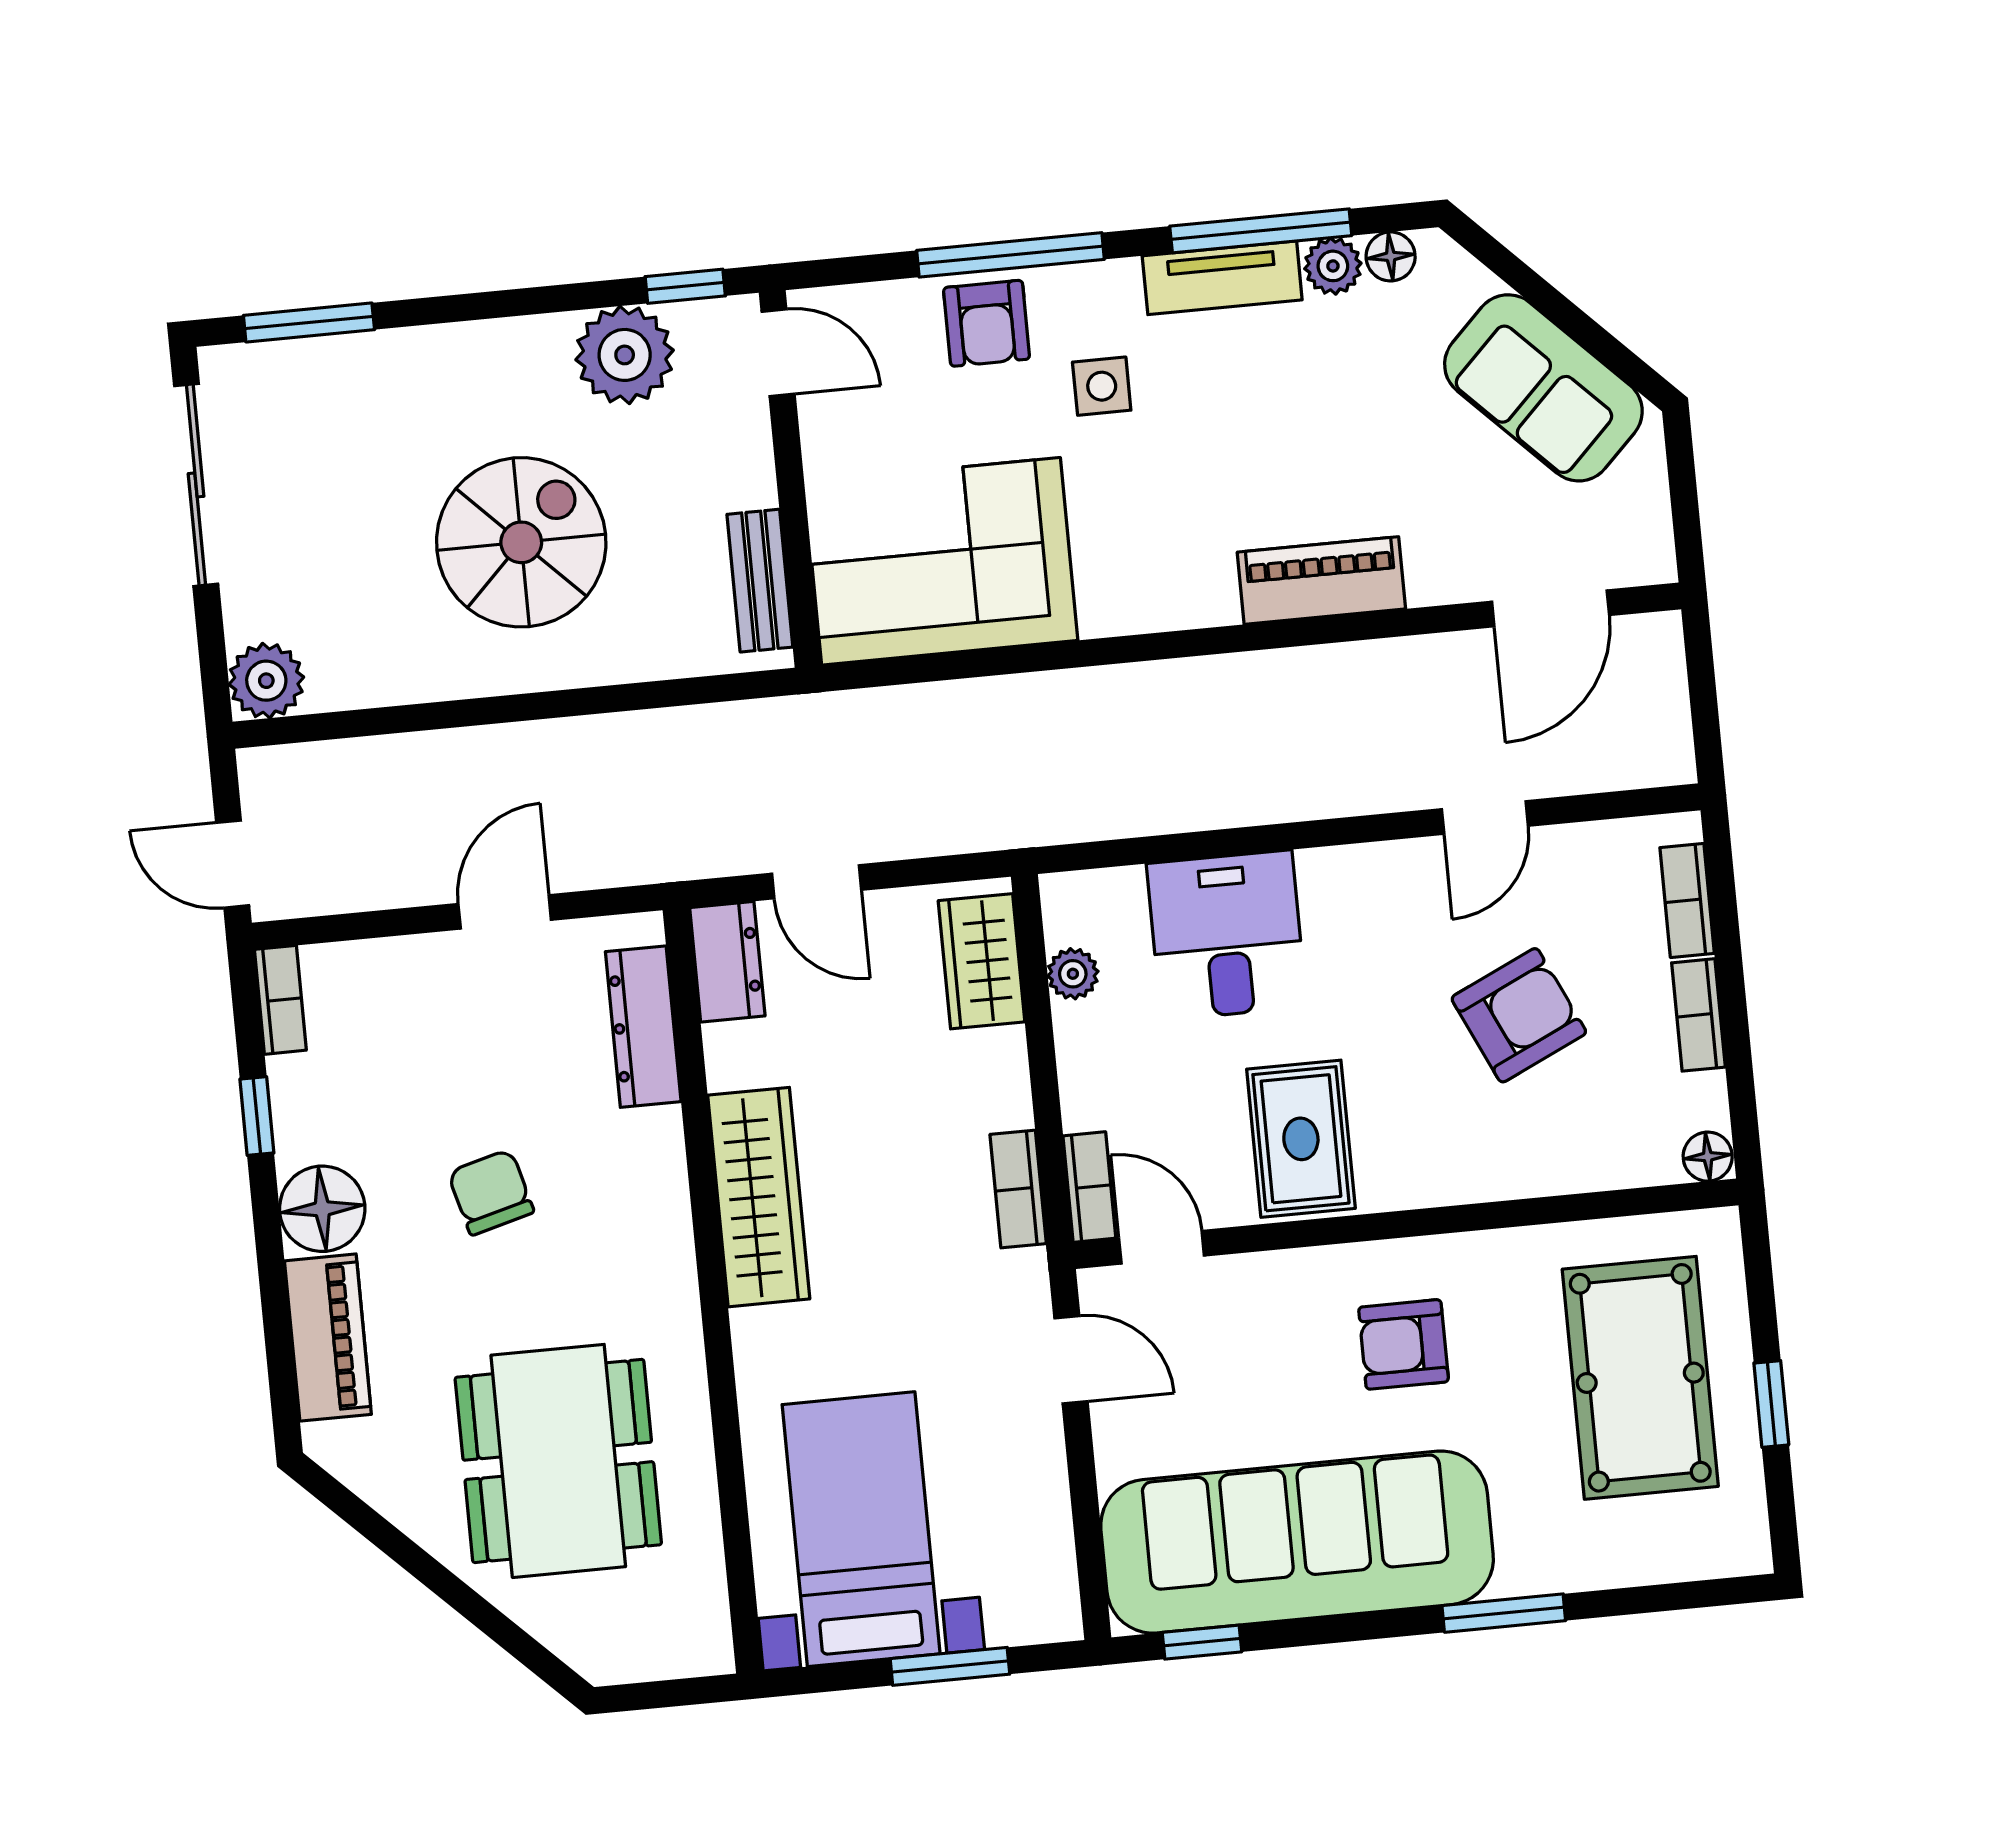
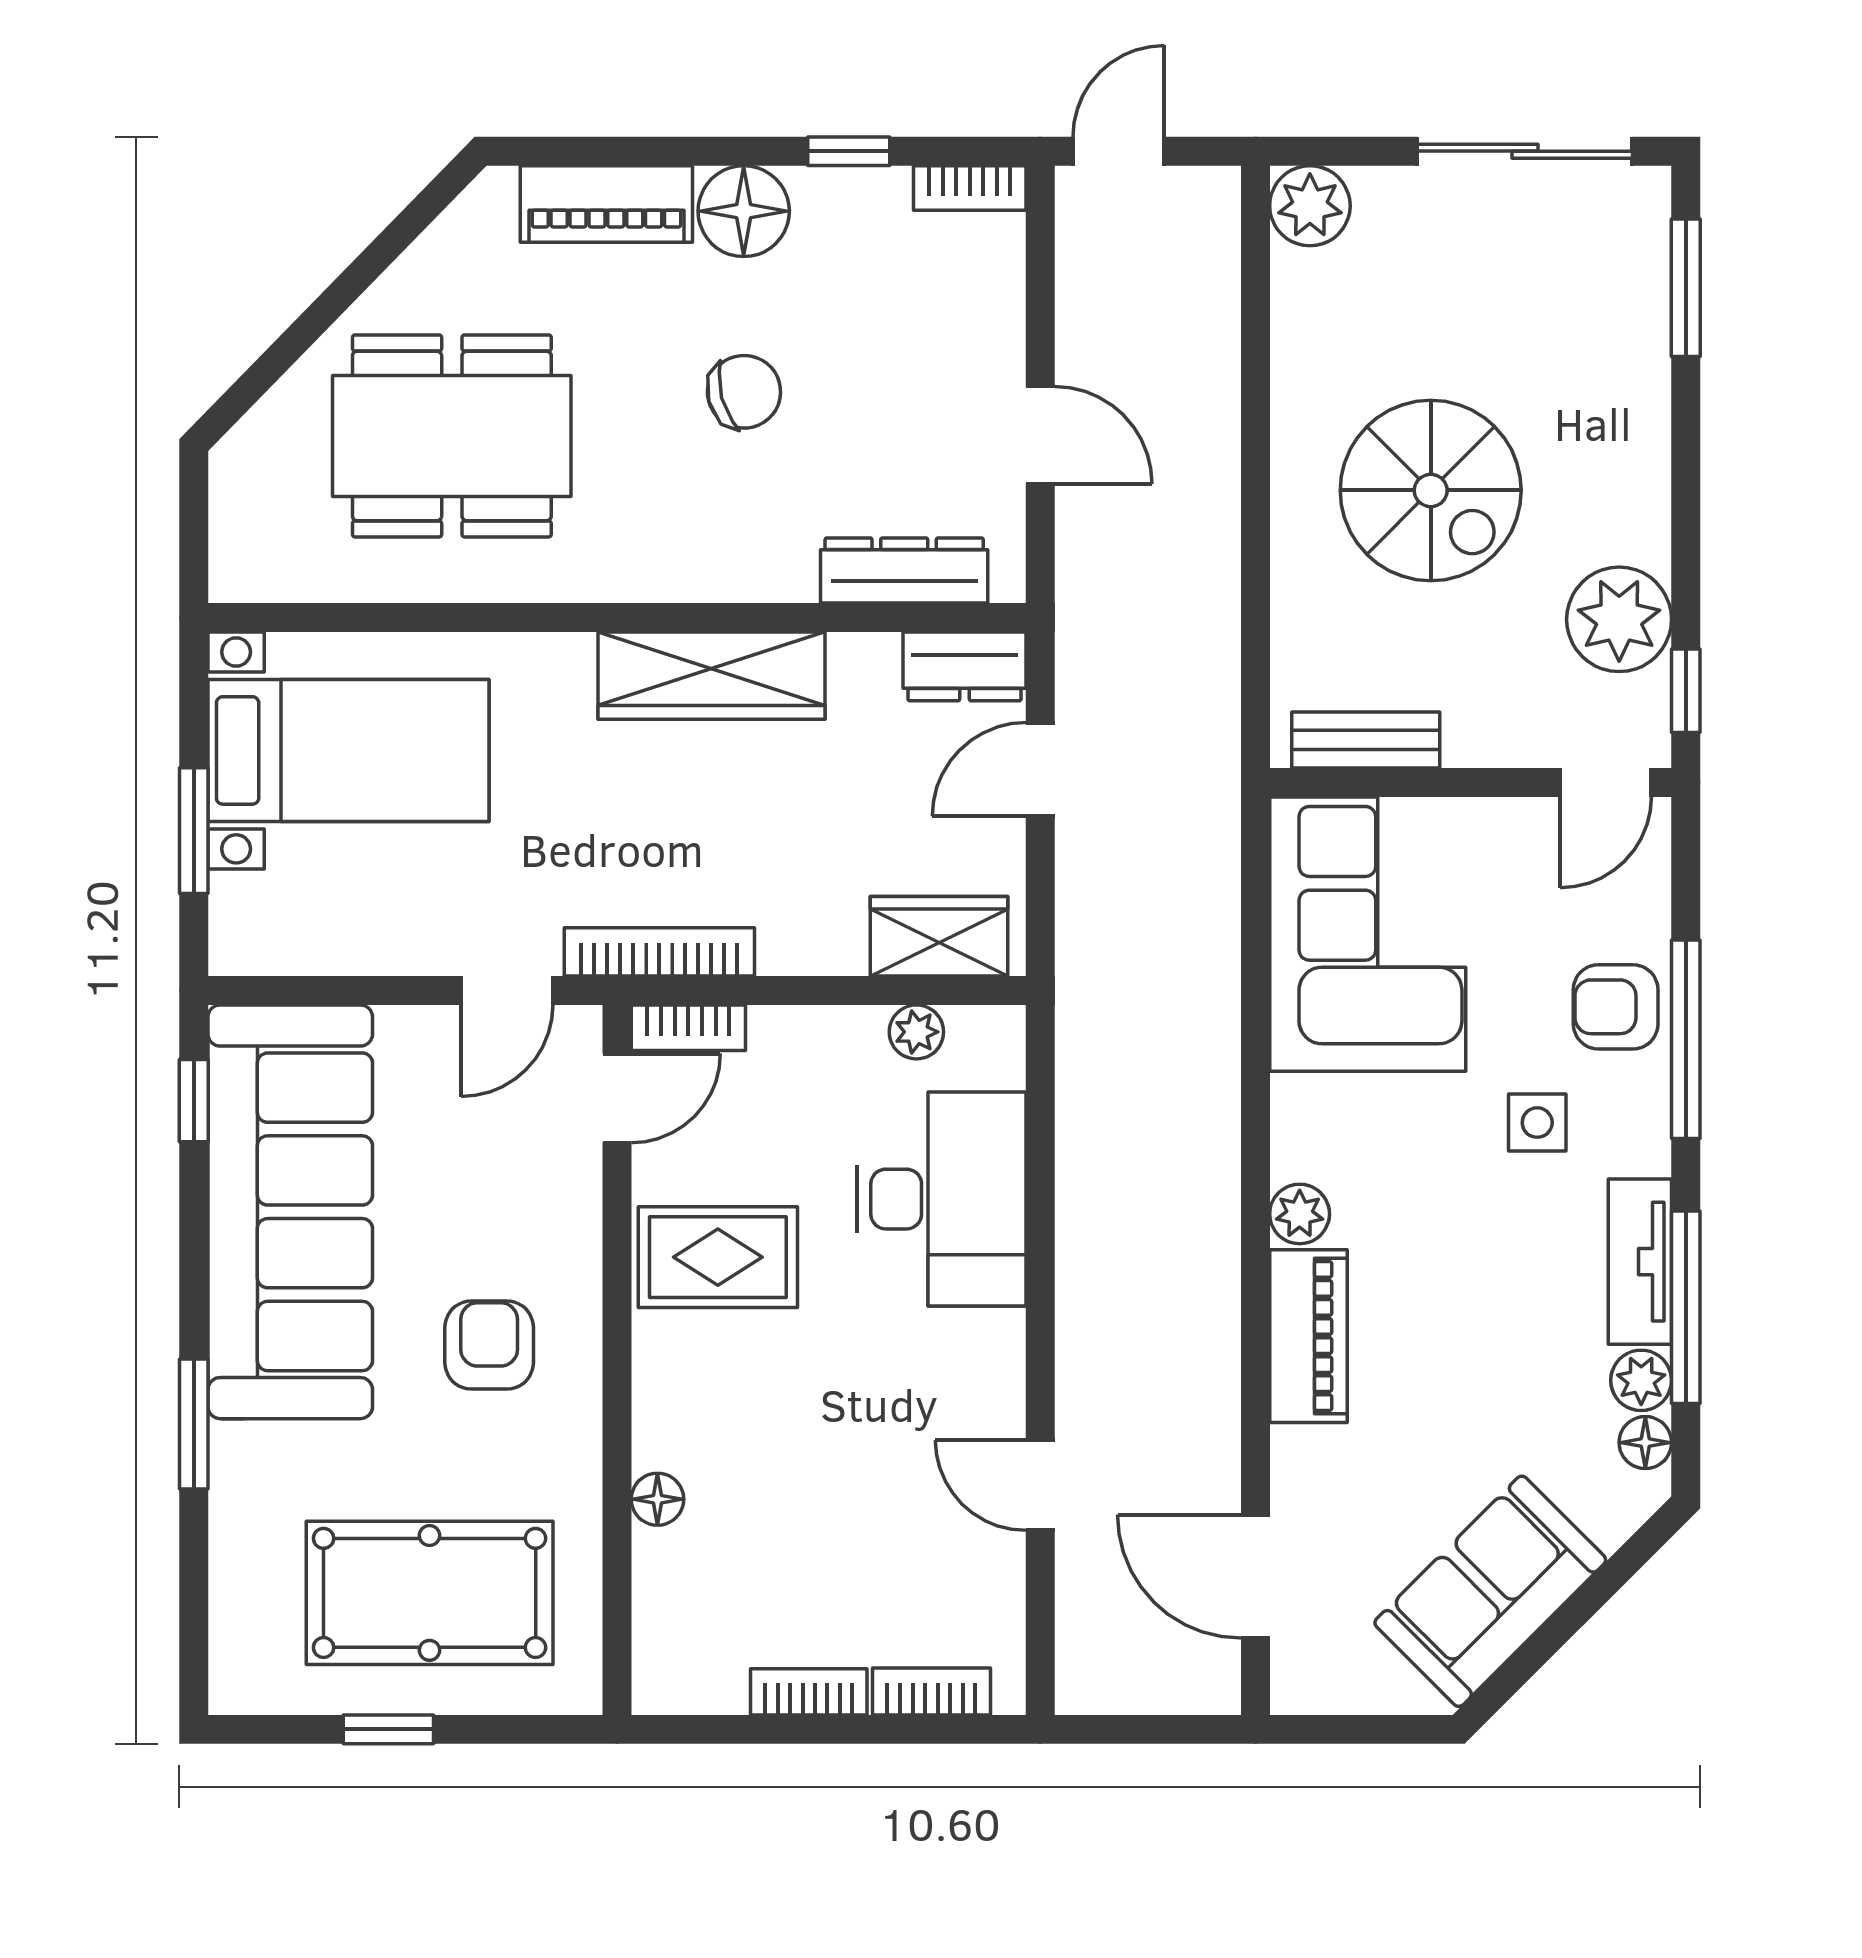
plant: (1208, 600) -> (1300, 1214), added
desk: (1227, 935) -> (942, 1199), width x1.37
armchair: (1519, 1015) -> (827, 1501), removed
floor lamp: (1708, 1157) -> (657, 1499), moved
bookcase: (1018, 1189) -> (659, 952), width x1.56

